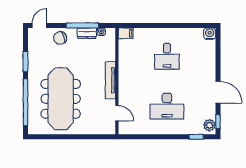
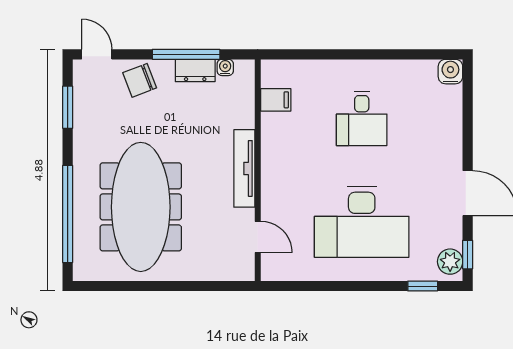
door: (40, 25) -> (97, 54), hinge flipped
filing cabinet: (126, 33) -> (276, 100), moved
window: (25, 62) -> (68, 107), moved
desk: (167, 106) -> (362, 222), width x1.36, depth x1.30

